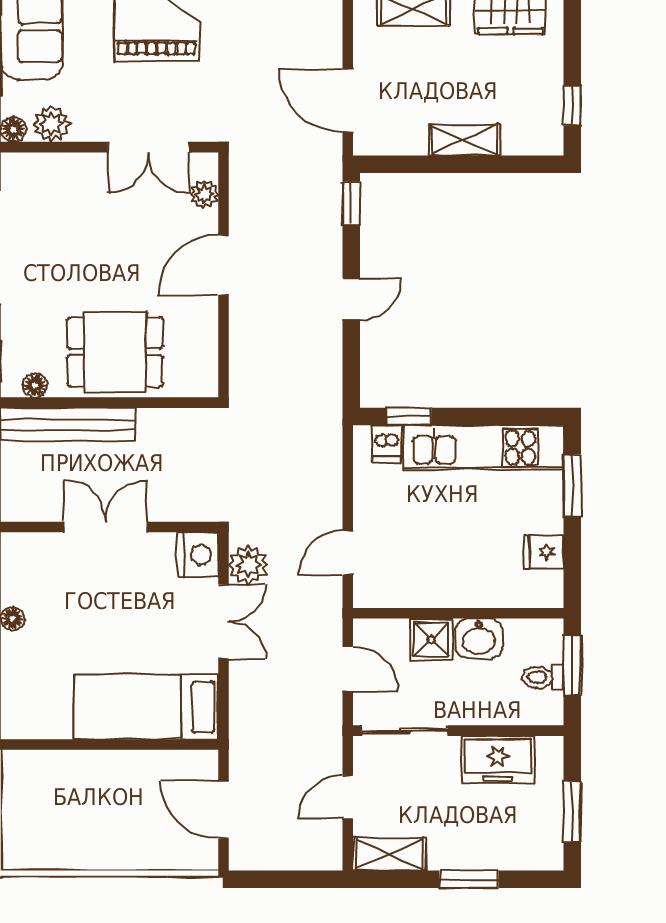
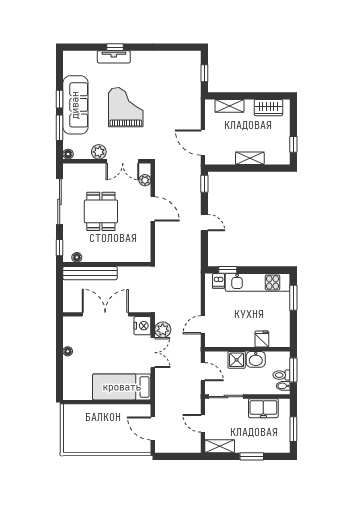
plant: (52, 124) -> (99, 152), moved
door: (223, 265) -> (153, 209), swing flipped
door: (351, 299) -> (204, 222), hinge flipped
dining table: (115, 352) -> (101, 211), moved, turned 90
double door: (106, 527) -> (105, 314), width x1.37
fridge: (543, 552) -> (262, 339), moved, turned 90
bidet: (547, 704) -> (283, 386), added
door: (348, 797) -> (203, 423), hinge flipped

